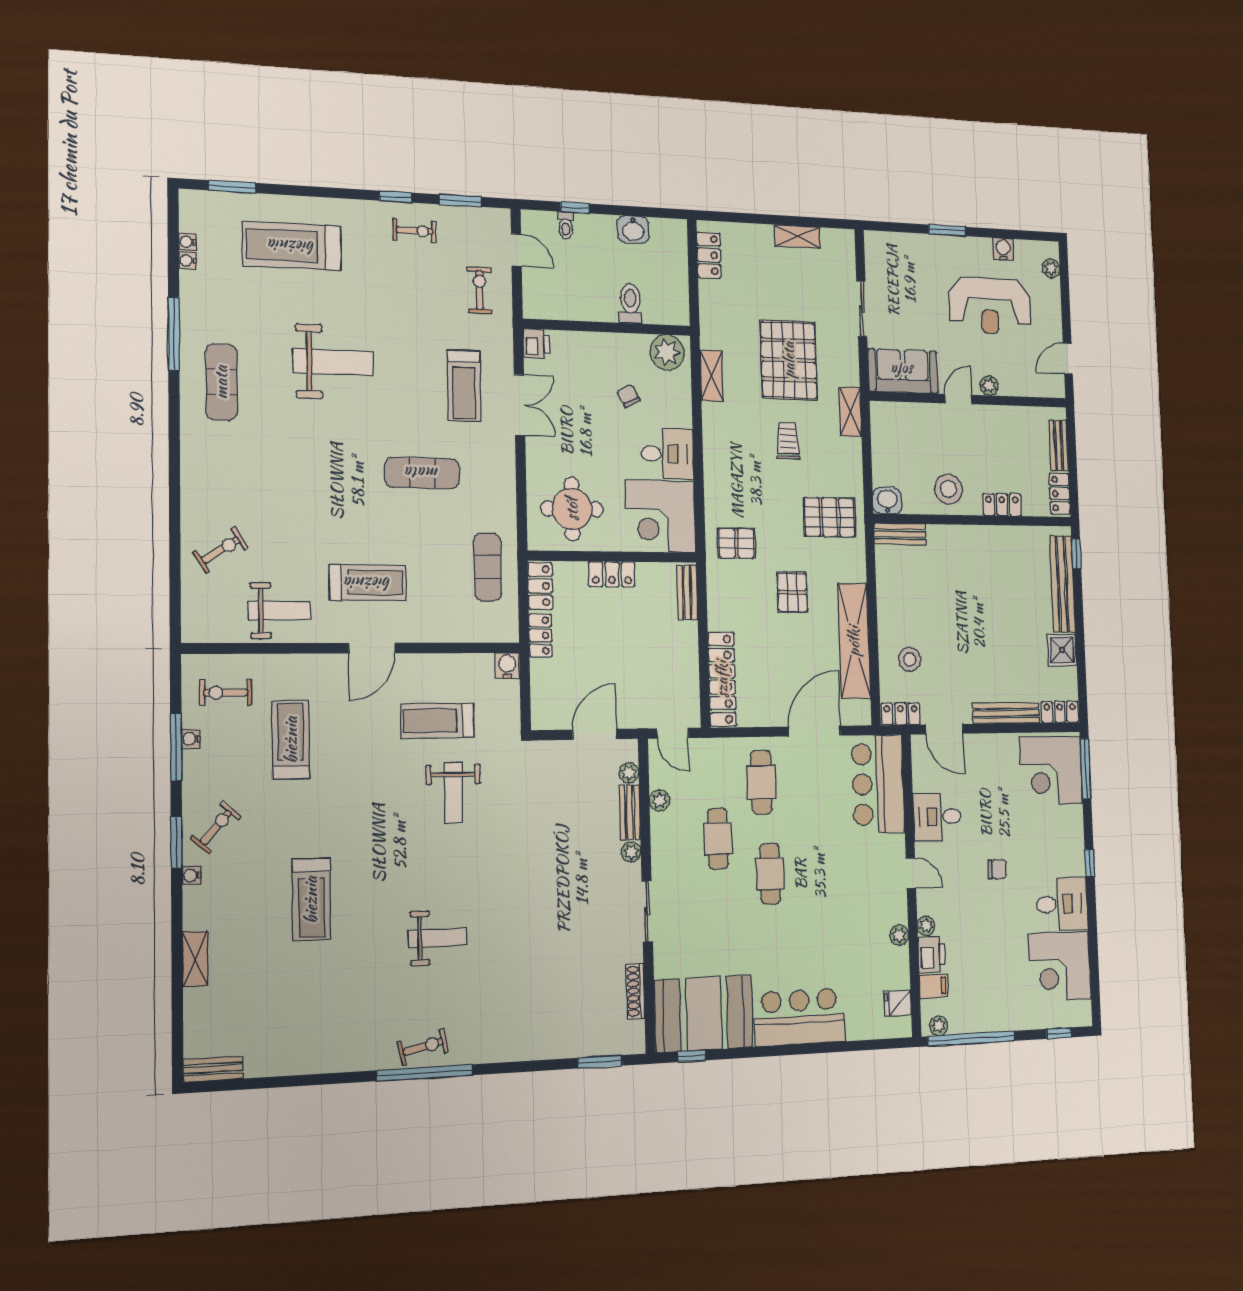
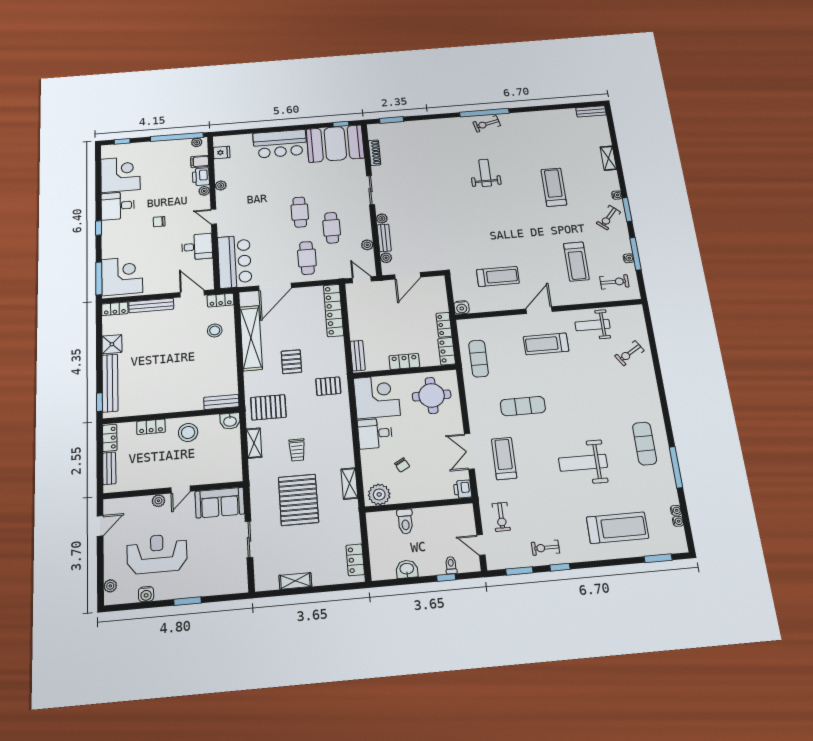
shelving: (851, 412) -> (254, 443), moved
weight bench: (453, 793) -> (485, 241), removed
weight bench: (437, 938) -> (485, 173), turned 90

